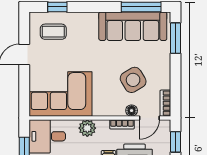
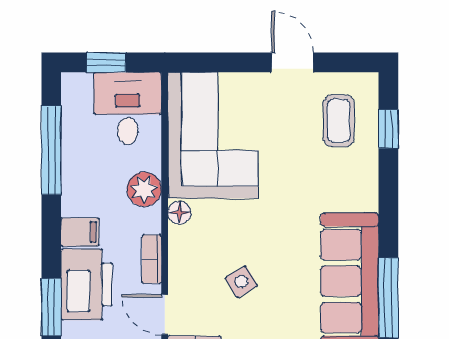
side table: (133, 80) -> (241, 282), width x0.54, depth x0.54
floor lamp: (132, 111) -> (180, 213), moved

